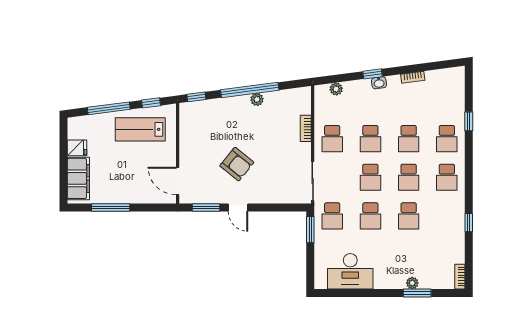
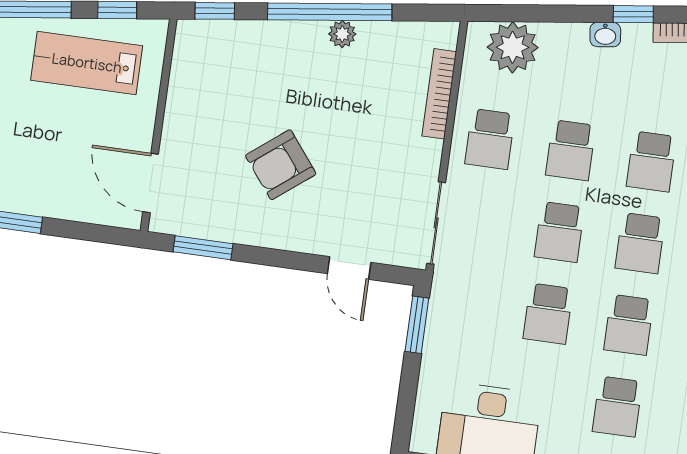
window: (372, 74) -> (633, 14), moved
plant: (336, 89) -> (513, 47), width x1.88, depth x1.88
bookcase: (306, 128) -> (439, 94), width x1.56
armchair: (237, 164) -> (281, 165), turned 103
door: (238, 208) -> (349, 268), moved
school desk: (332, 216) -> (617, 407), moved

